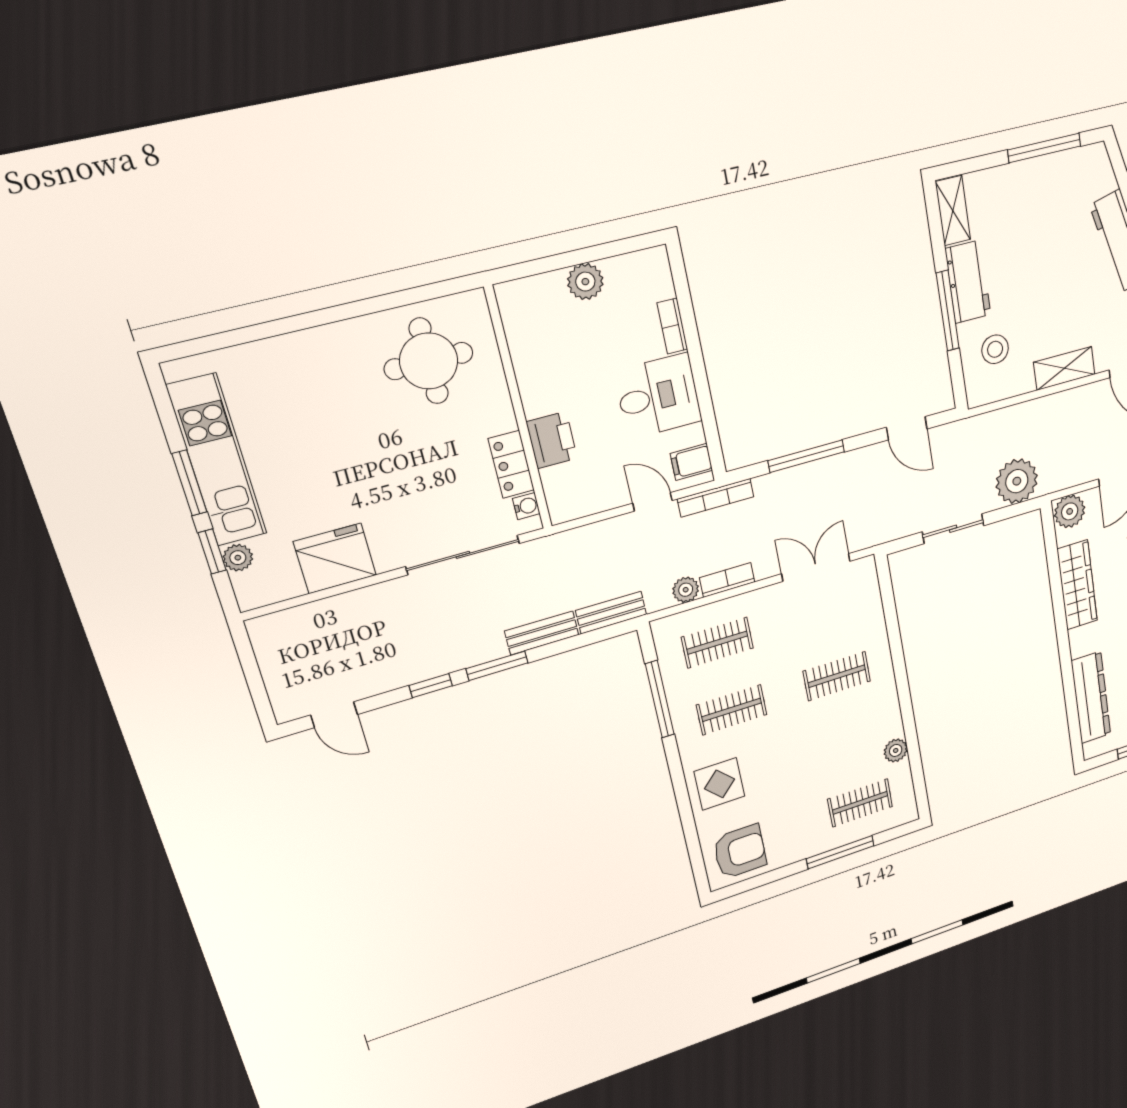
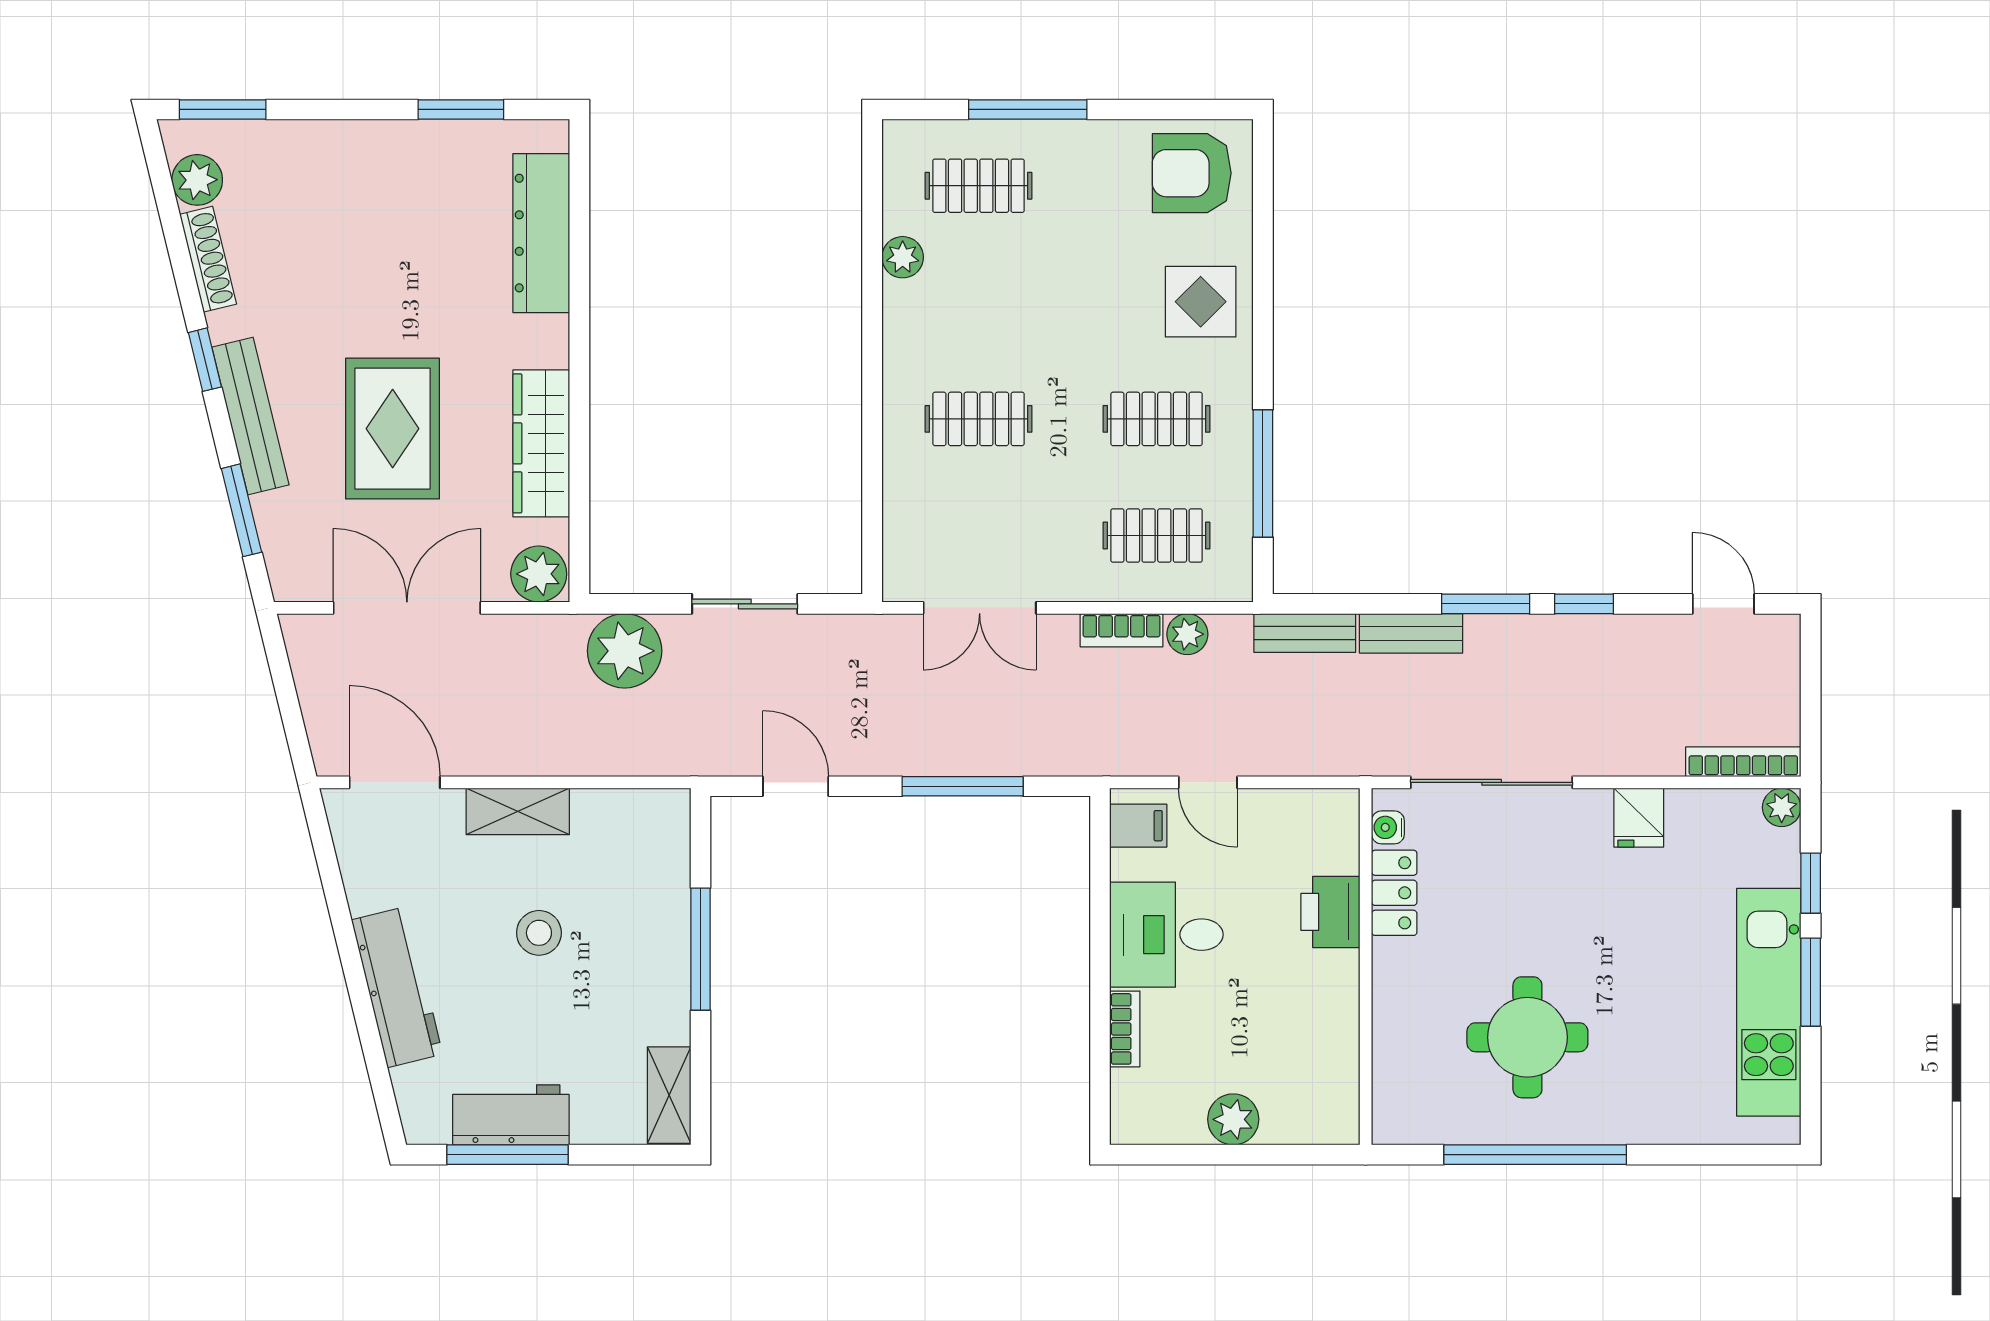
workbench: (968, 282) -> (511, 1115), moved, turned 90
window: (362, 308) -> (1535, 1155), added
stool: (995, 349) -> (539, 933), moved
round table: (429, 361) -> (1527, 1037), moved
bookcase: (716, 498) -> (1743, 762), moved
plant: (238, 558) -> (1782, 807), moved
fridge: (335, 558) -> (1639, 818), width x0.53, depth x0.75

